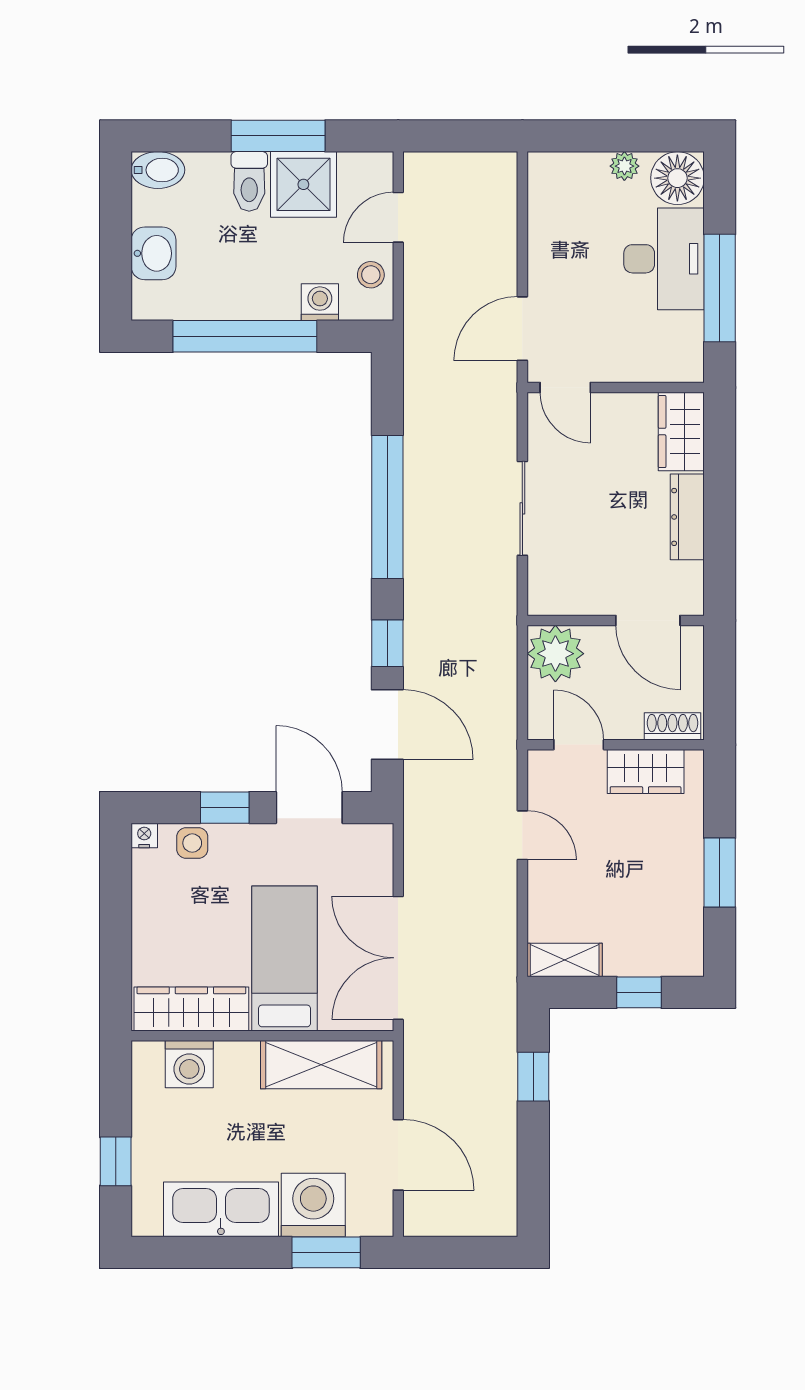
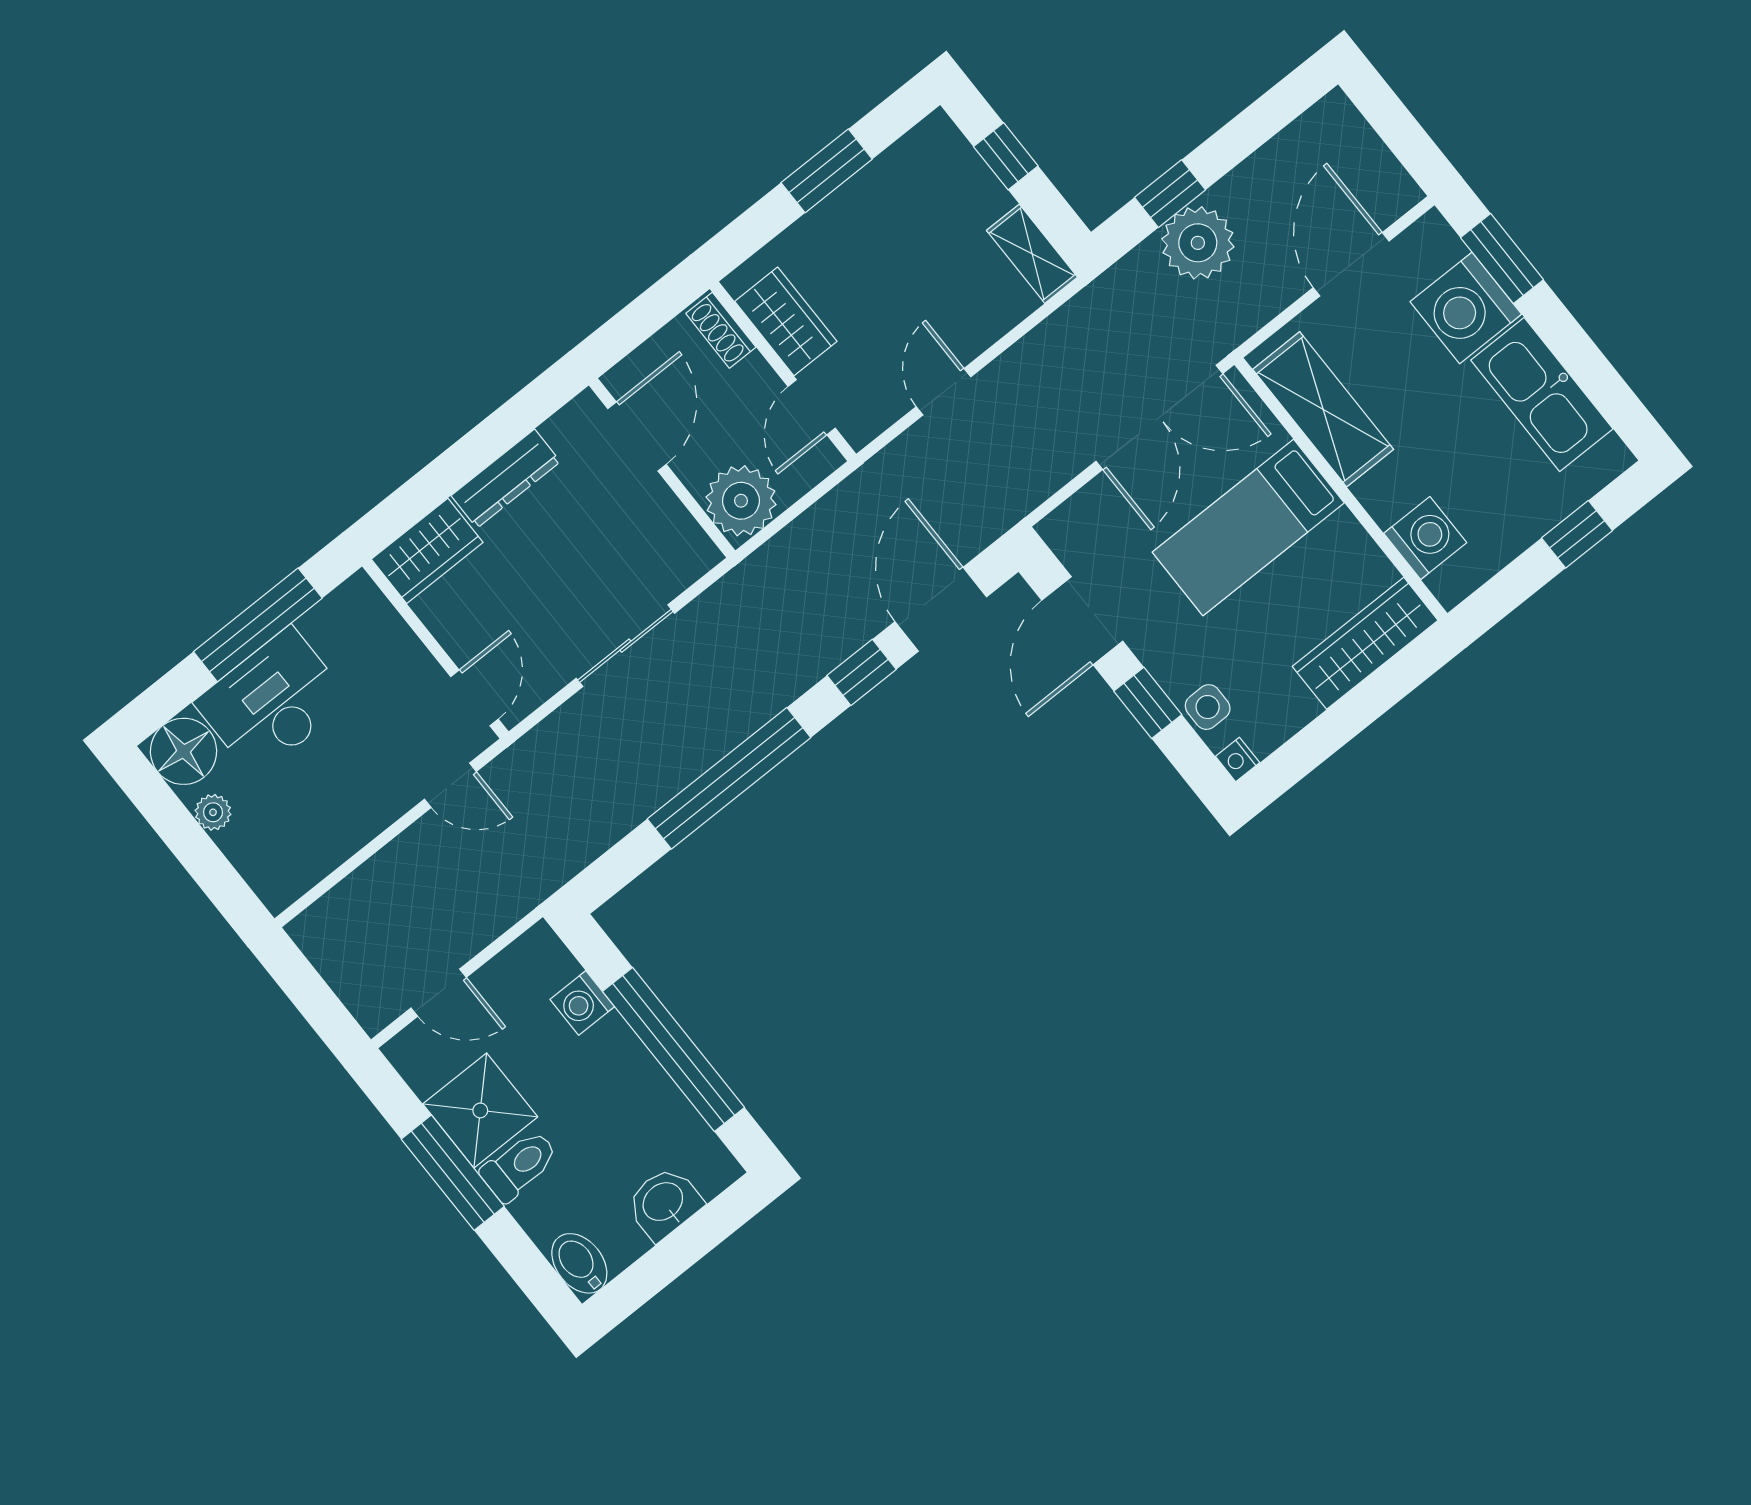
stool: (371, 275) -> (516, 975), removed
door: (522, 329) -> (450, 785), width x0.73
wardrobe: (191, 1009) -> (1365, 643), moved, turned 90
plant: (488, 1069) -> (1198, 243), added

